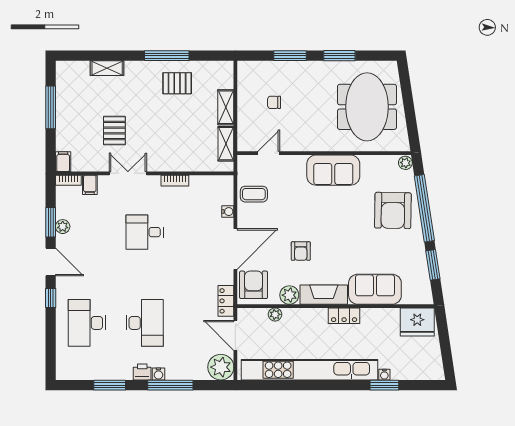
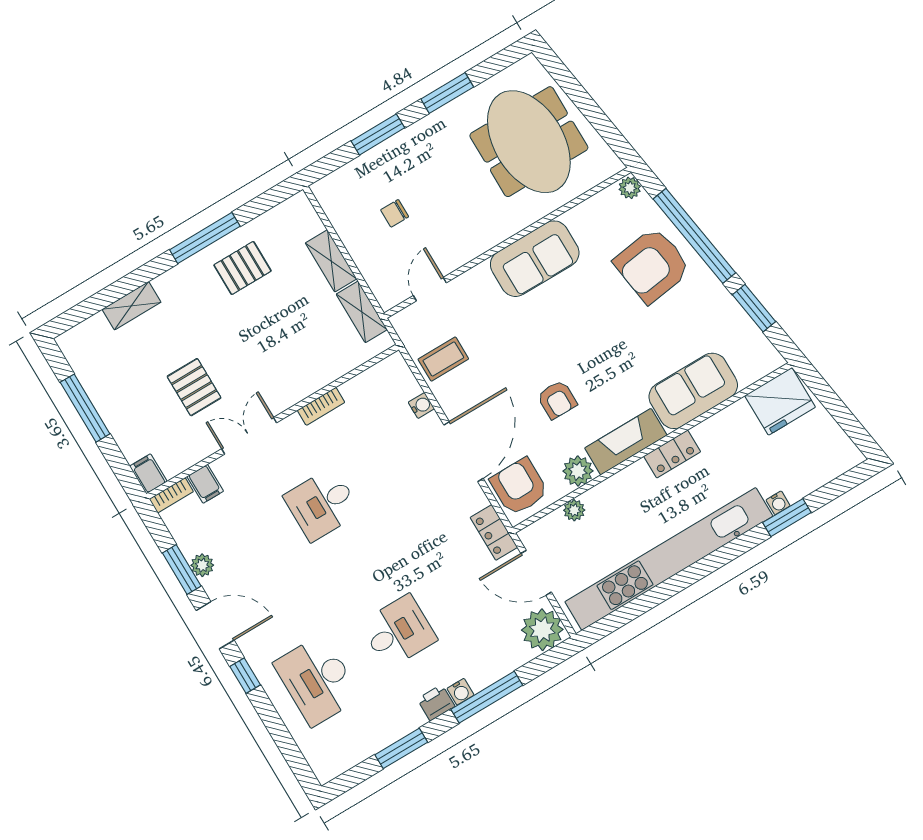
armchair: (393, 210) -> (652, 265), turned 81
desk: (145, 323) -> (398, 632), width x0.73

